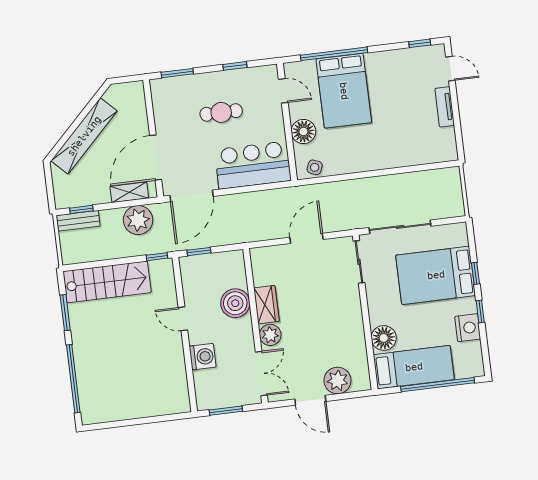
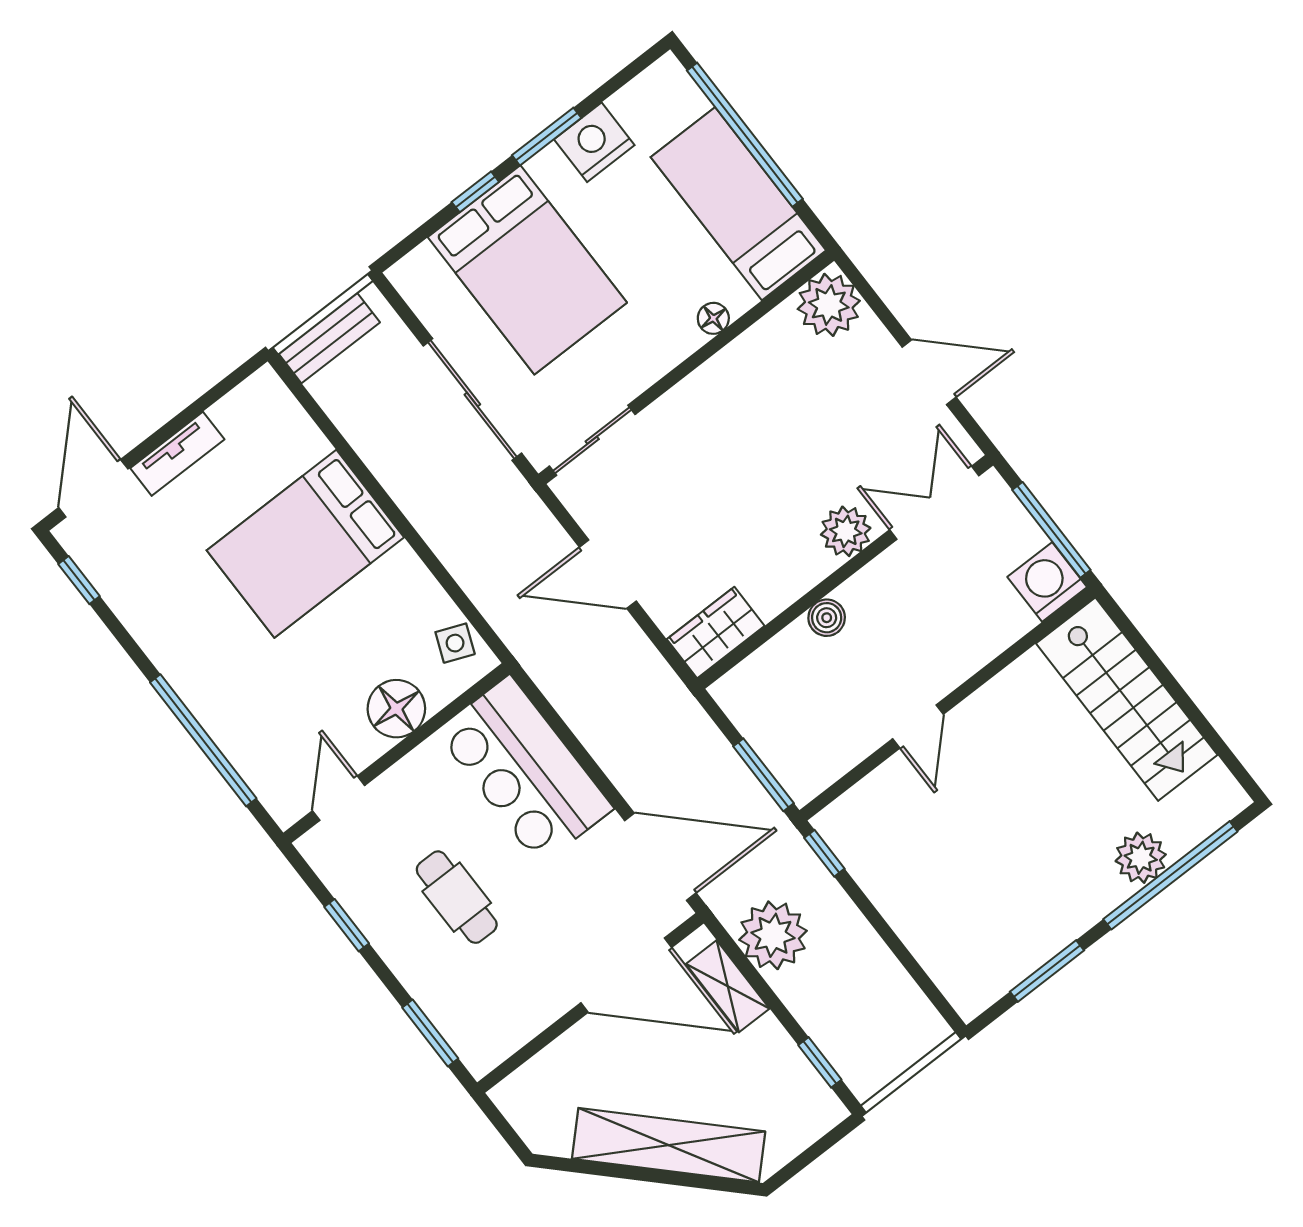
door: (450, 69) -> (93, 488), width x1.38
bed: (344, 91) -> (305, 544), moved, turned 180
bench: (78, 221) -> (329, 338), moved, turned 90
window: (199, 252) -> (763, 775), width x1.50
stairs: (107, 282) -> (1127, 699), moved, turned 180
boiler: (235, 303) -> (827, 618), width x0.54, depth x0.54
wardrobe: (266, 305) -> (716, 633), moved
window: (480, 312) -> (547, 137), width x1.50
floor lamp: (384, 338) -> (713, 318), width x0.53, depth x0.53
washing machine: (203, 357) -> (1047, 582), moved
plant: (86, 372) -> (1141, 858), added
plant: (337, 381) -> (829, 305), moved
door: (310, 400) -> (929, 372), hinge flipped
window: (226, 411) -> (1051, 530), width x1.44

